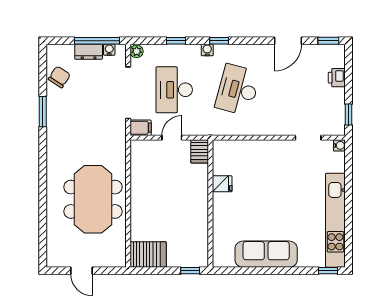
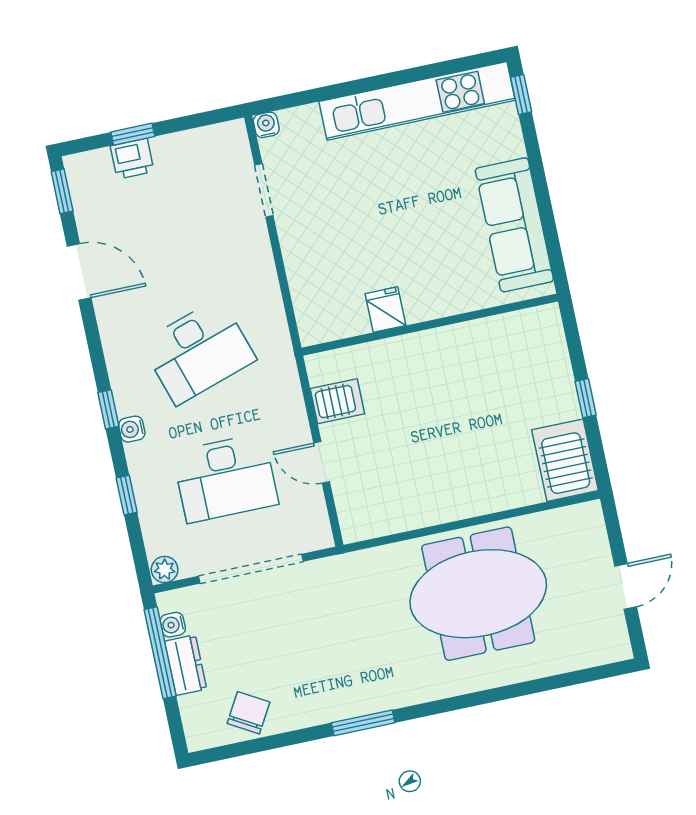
chair: (59, 77) -> (248, 713), turned 87
desk: (238, 90) -> (198, 351), turned -33
window: (43, 112) -> (363, 723), moved
window: (348, 114) -> (133, 134), moved
filing cabinet: (141, 128) -> (315, 529), removed
fridge: (222, 184) -> (386, 310), moved
wall: (210, 203) -> (430, 325), moved
window: (190, 271) -> (586, 398), moved

